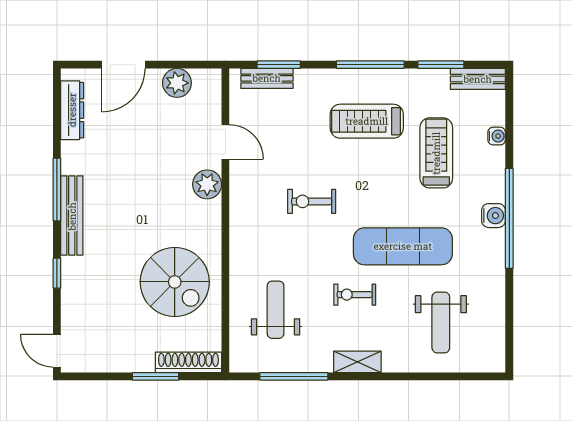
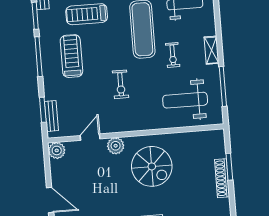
plant: (177, 83) -> (57, 150), moved
treadmill: (367, 121) -> (71, 56), turned 180
spiral stairs: (175, 282) -> (152, 166), moved, turned 90
weight bench: (276, 310) -> (185, 100), width x1.36, depth x1.33
shoe rack: (188, 362) -> (222, 178), moved

